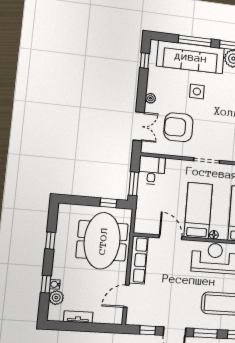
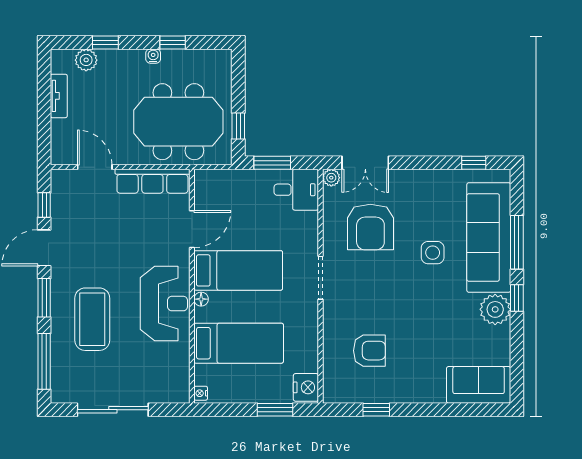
plant: (150, 98) -> (331, 178), moved
armchair: (178, 127) -> (370, 227), turned 180
water cooler: (55, 284) -> (153, 56), moved

